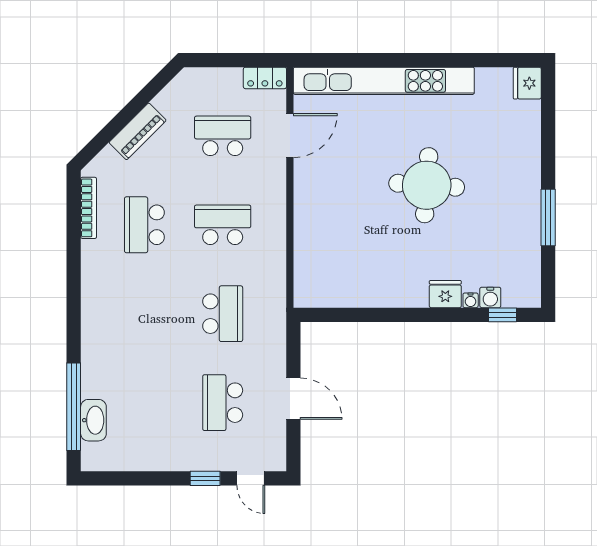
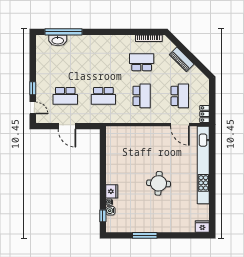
round table: (427, 185) -> (159, 183), width x0.73, depth x0.73
door: (293, 399) -> (67, 126), hinge flipped
school desk: (223, 403) -> (65, 96), turned 180
door: (251, 478) -> (33, 108), swing flipped

